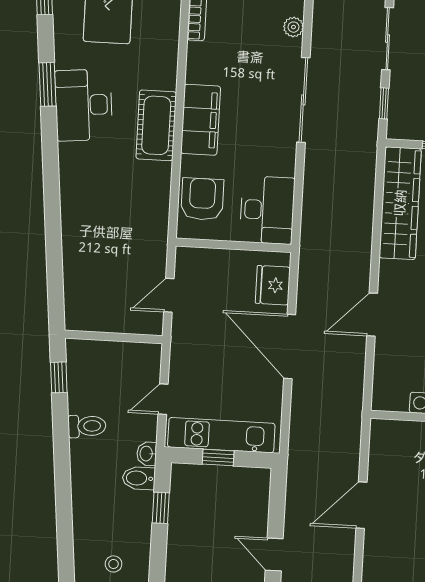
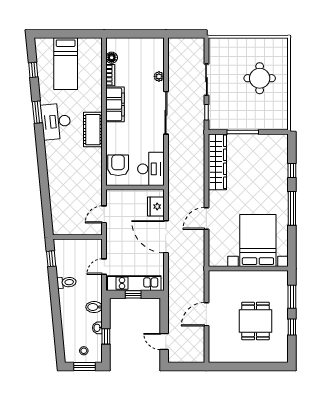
filing cabinet: (201, 120) -> (115, 104), moved
washbasin: (147, 454) -> (97, 328), moved
window: (161, 508) -> (106, 336), moved

